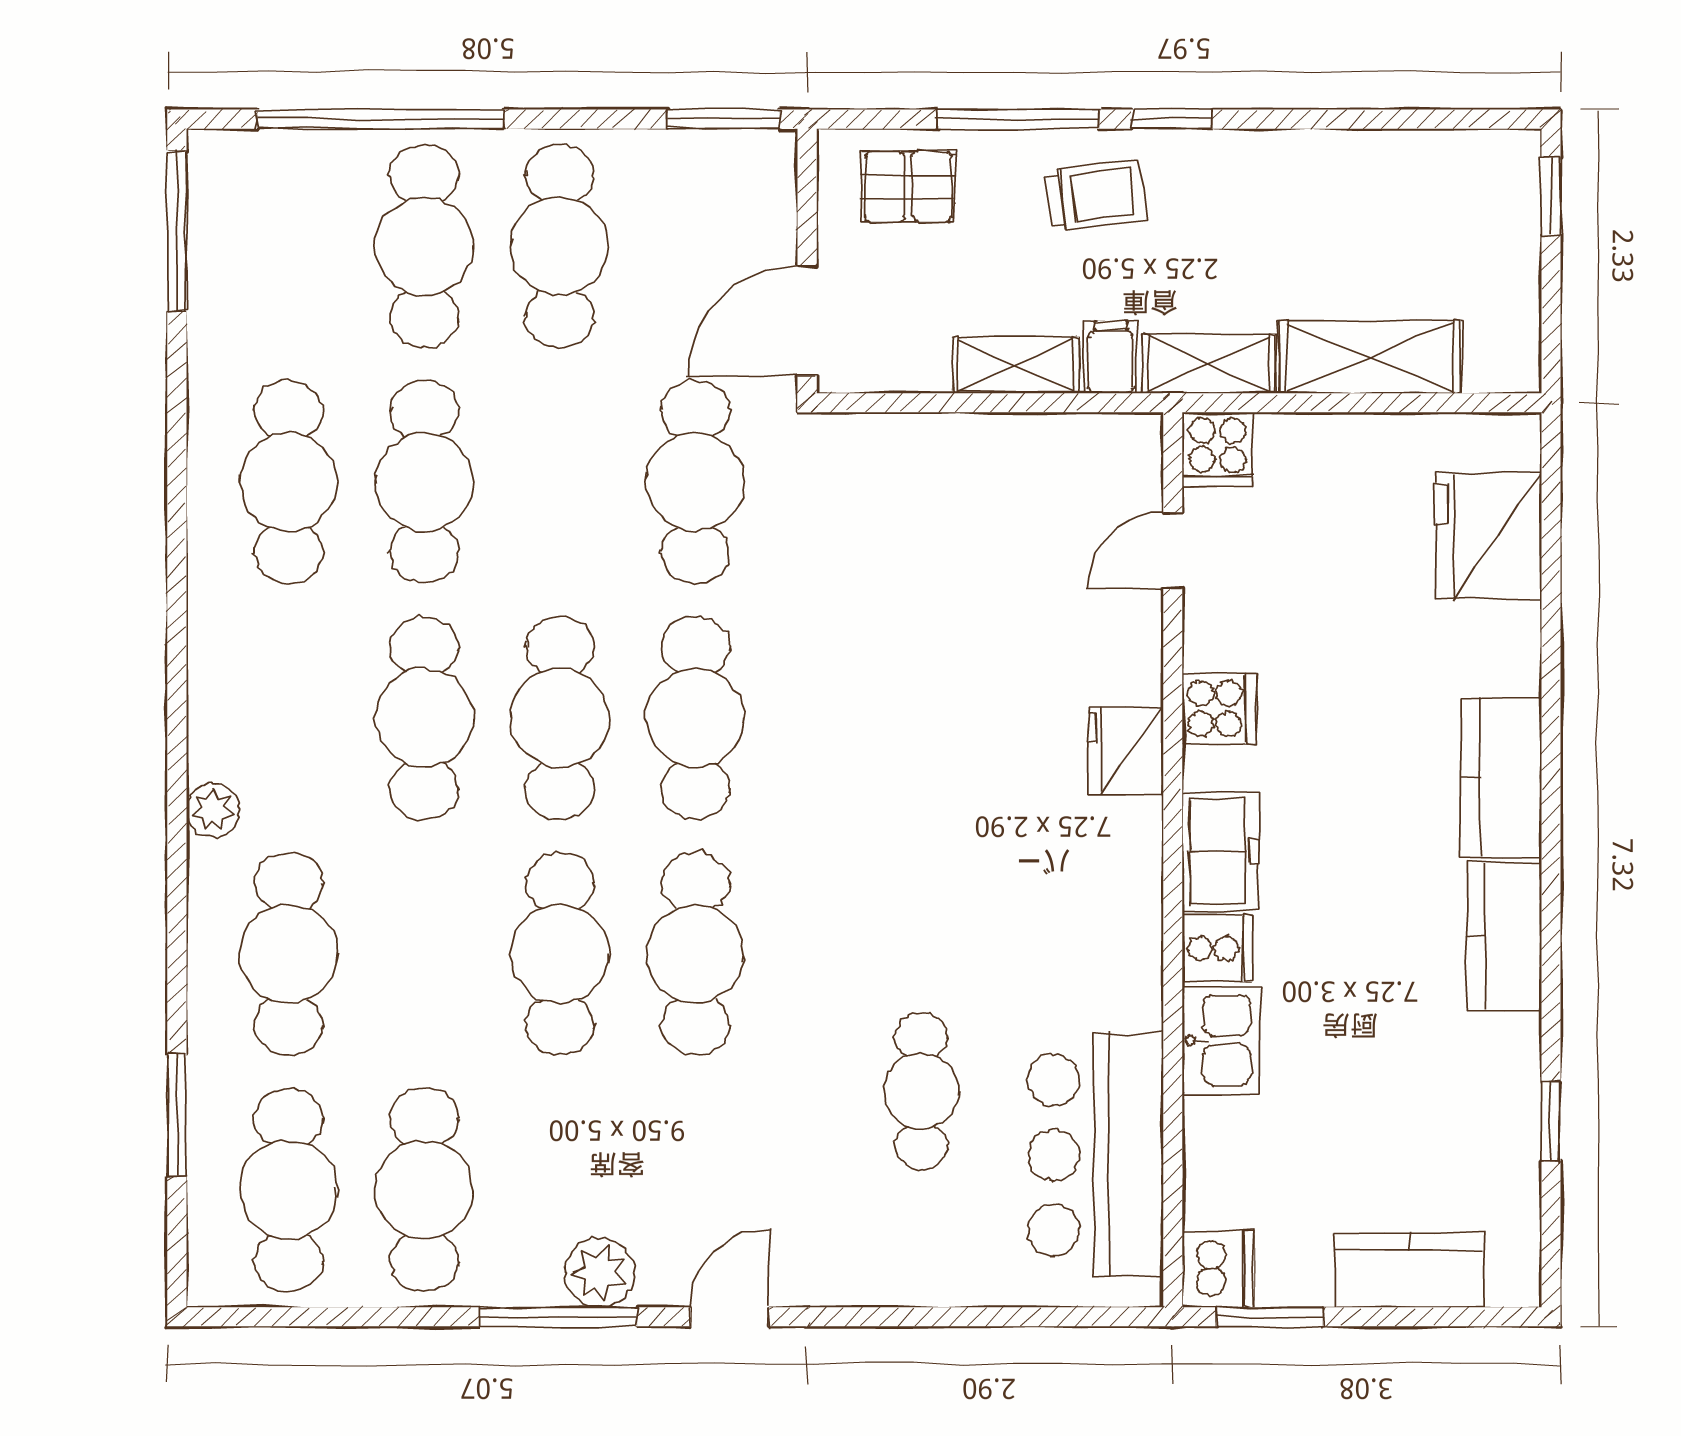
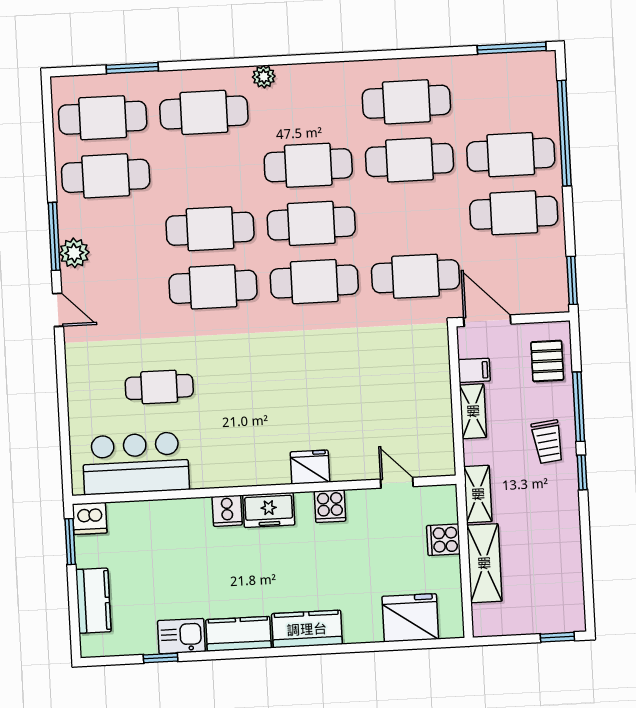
filing cabinet: (1111, 357) -> (474, 370), moved
cooker: (1218, 449) -> (443, 540), moved
kitchen sink: (1221, 1040) -> (181, 636), moved, turned 180

